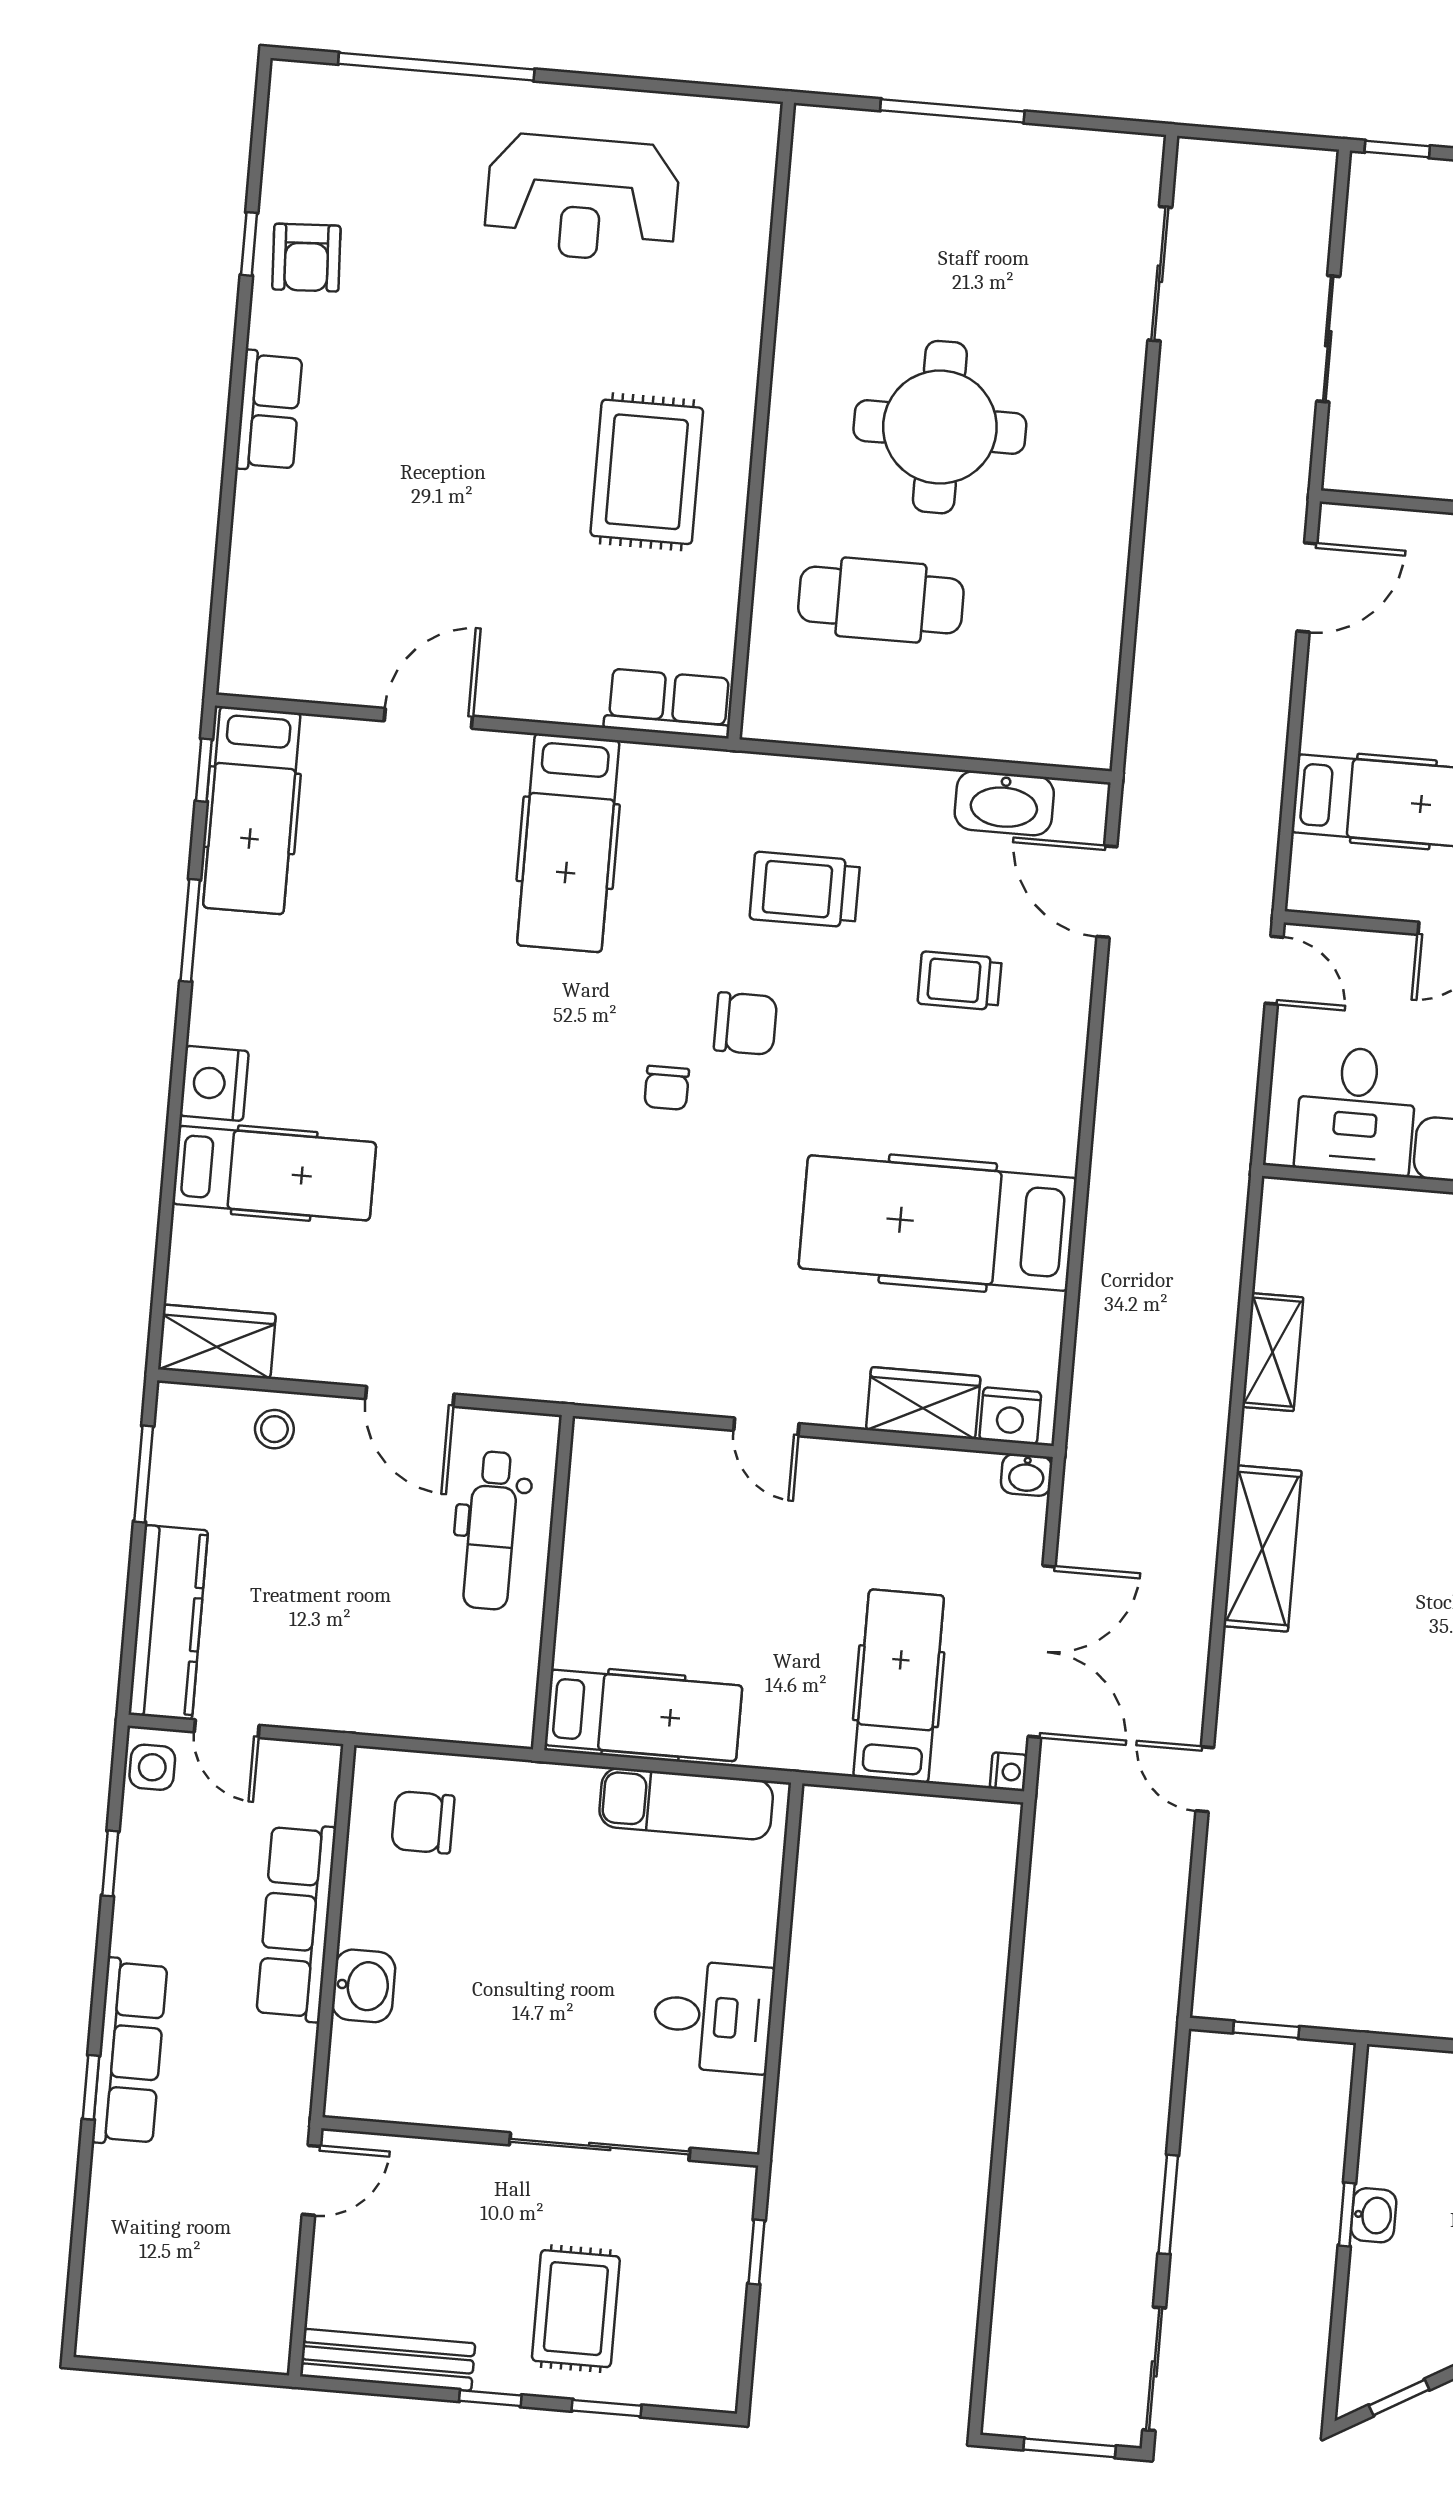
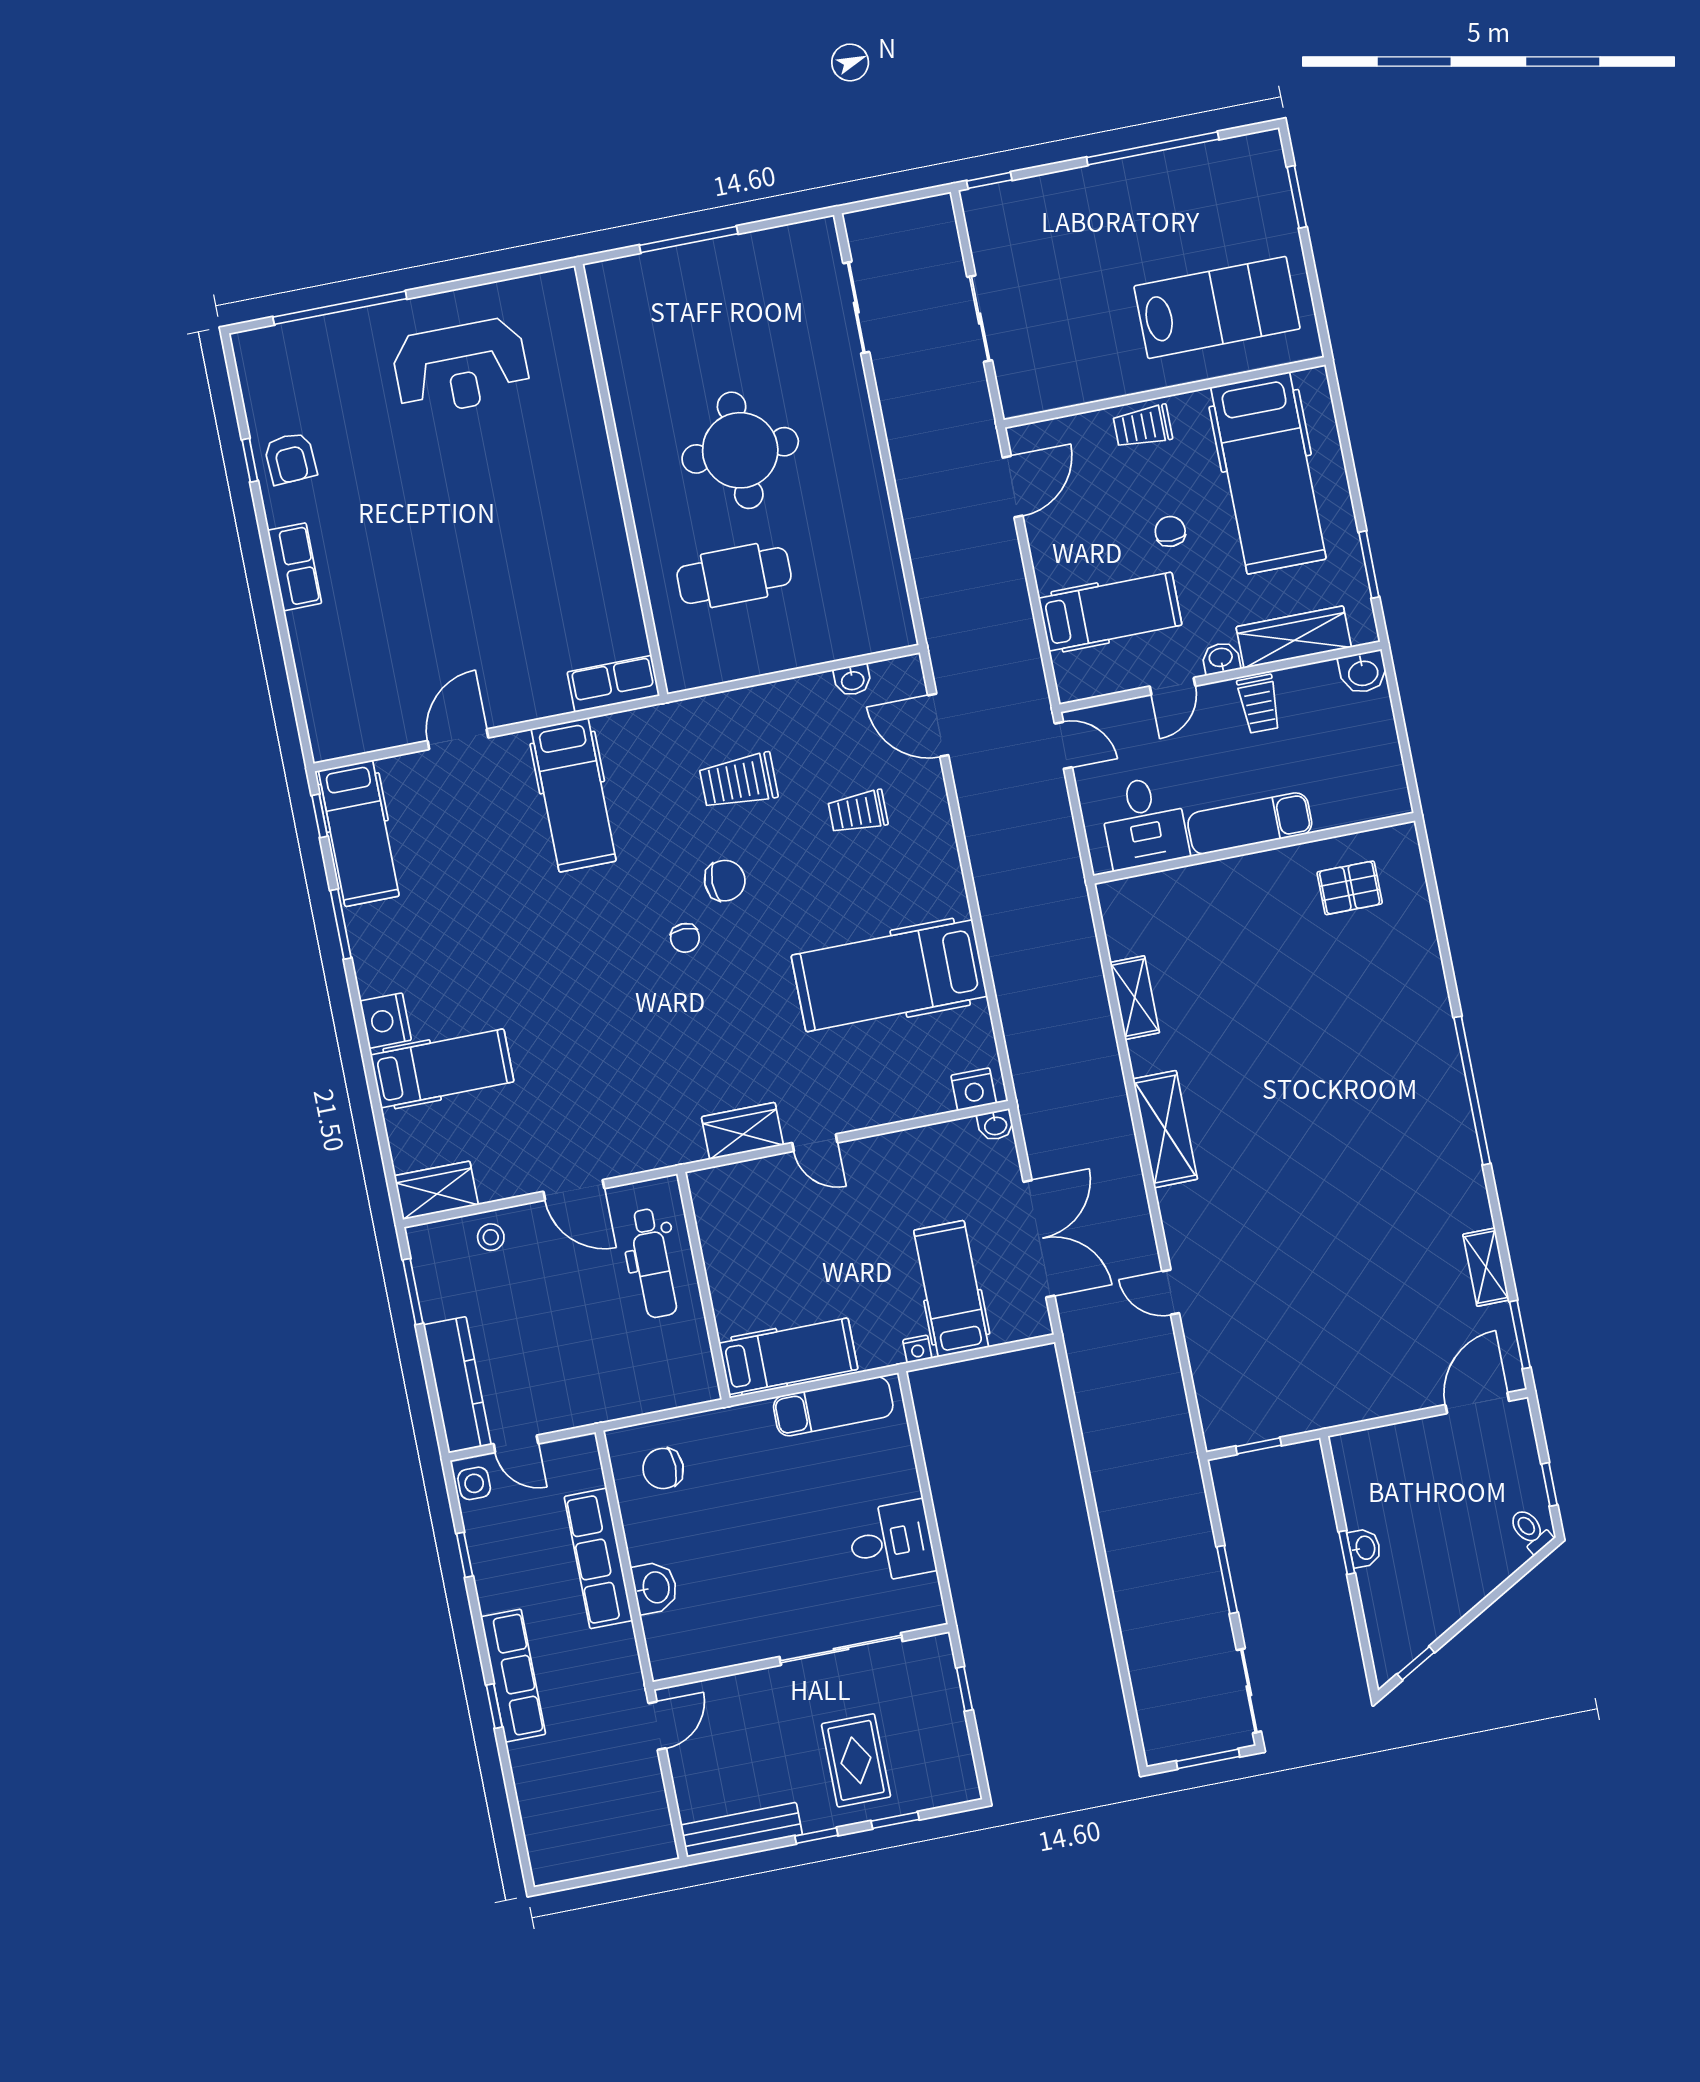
rug: (647, 472) -> (555, 535), removed
washbasin: (1004, 803) -> (853, 680), width x0.52, depth x0.69
wardrobe: (923, 1403) -> (742, 1131), moved
nightstand: (1009, 1772) -> (917, 1349), moved, turned 90

